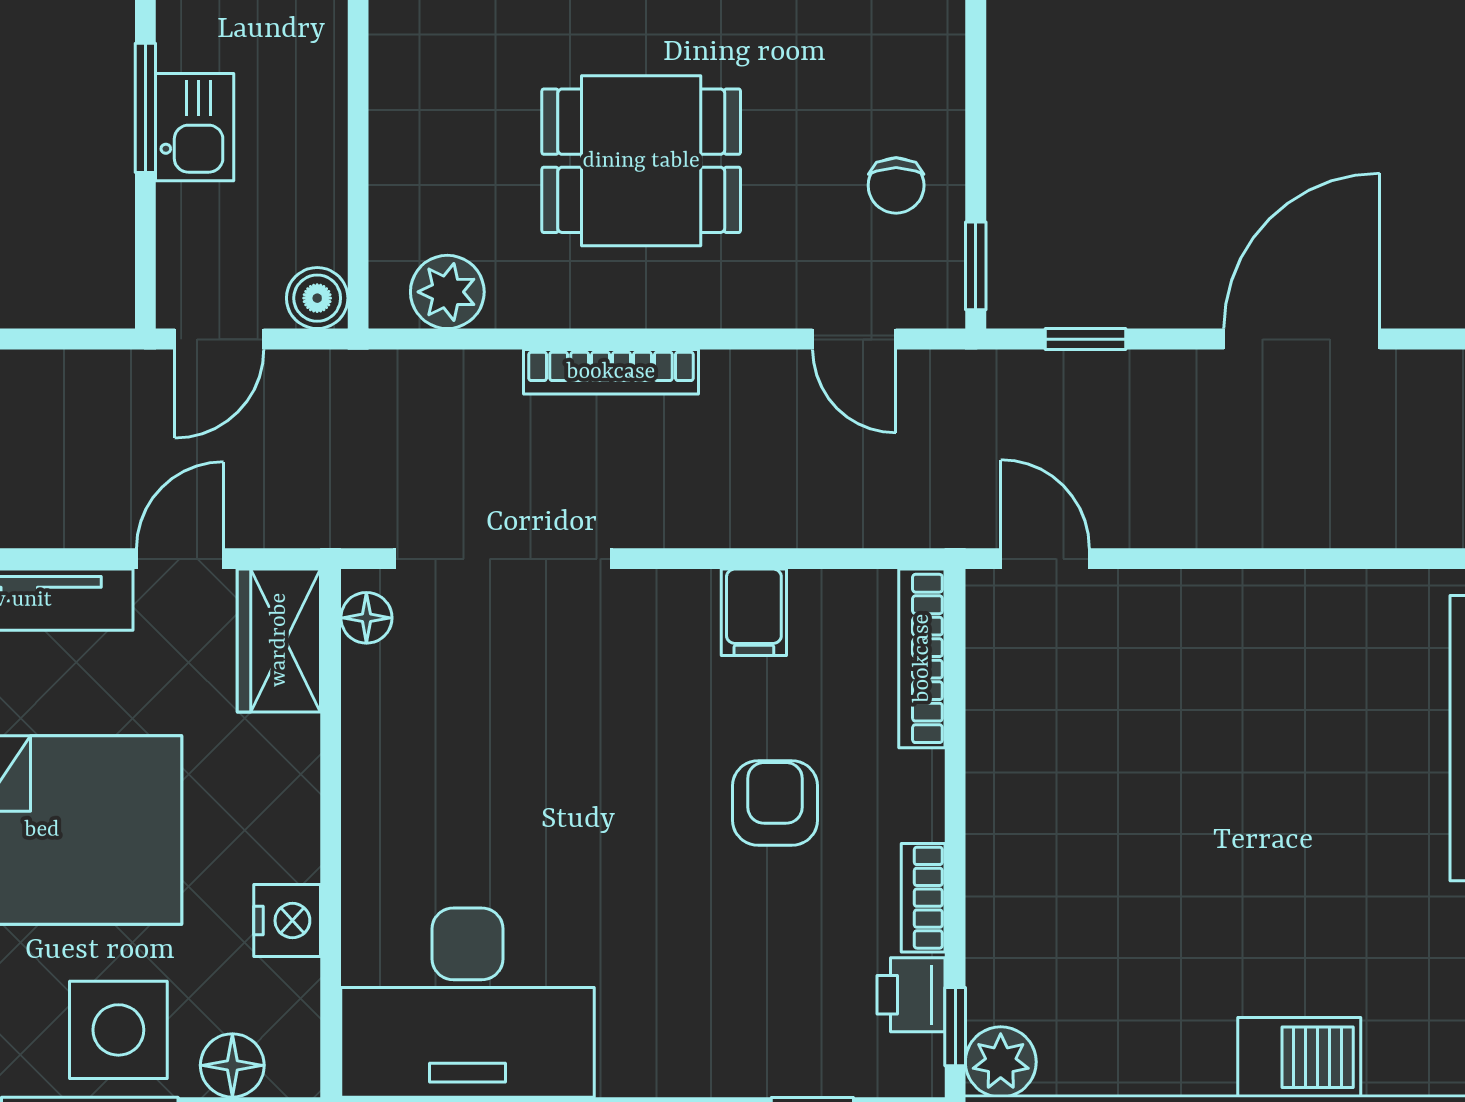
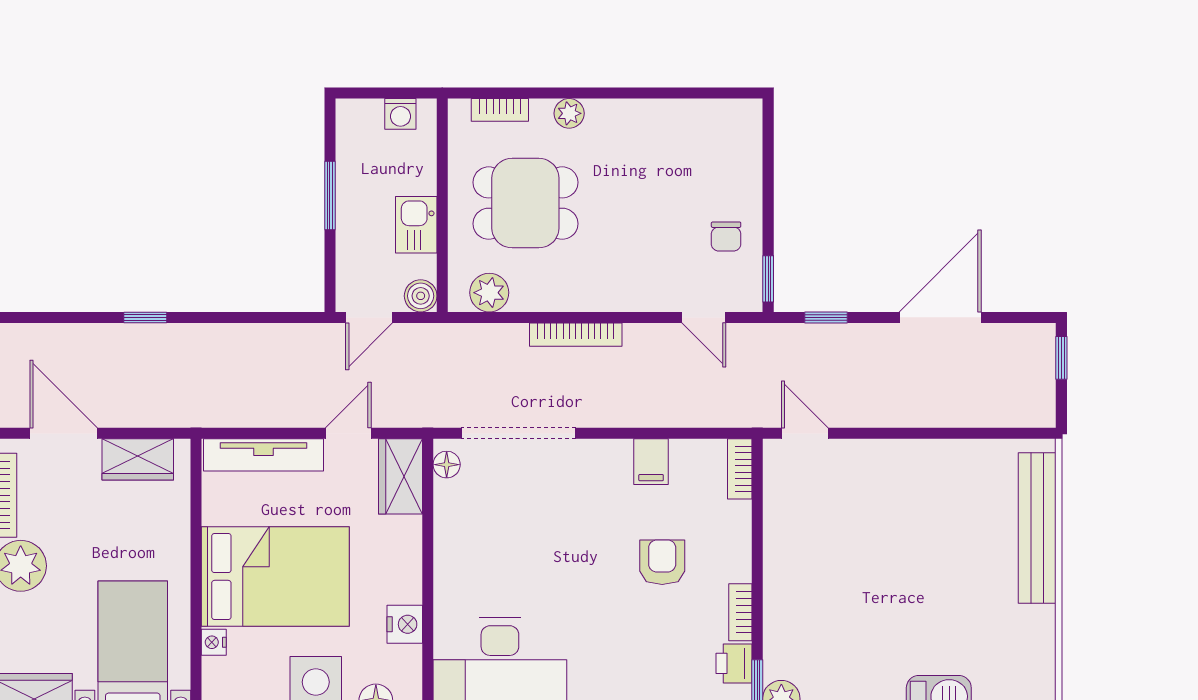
kitchen sink: (195, 127) -> (416, 225), moved, turned 180
dining table: (641, 161) -> (525, 203), moved
bookcase: (922, 658) -> (740, 469), width x0.64

